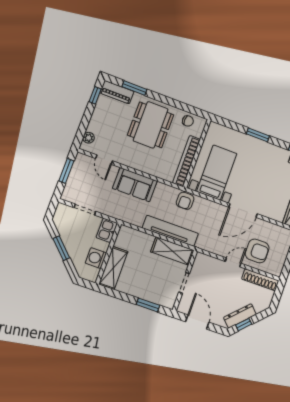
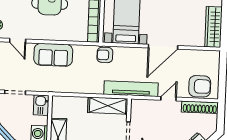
armchair: (185, 201) -> (105, 55), turned 90
tv unit: (170, 231) -> (131, 89), moved
armchair: (257, 251) -> (200, 86), moved

